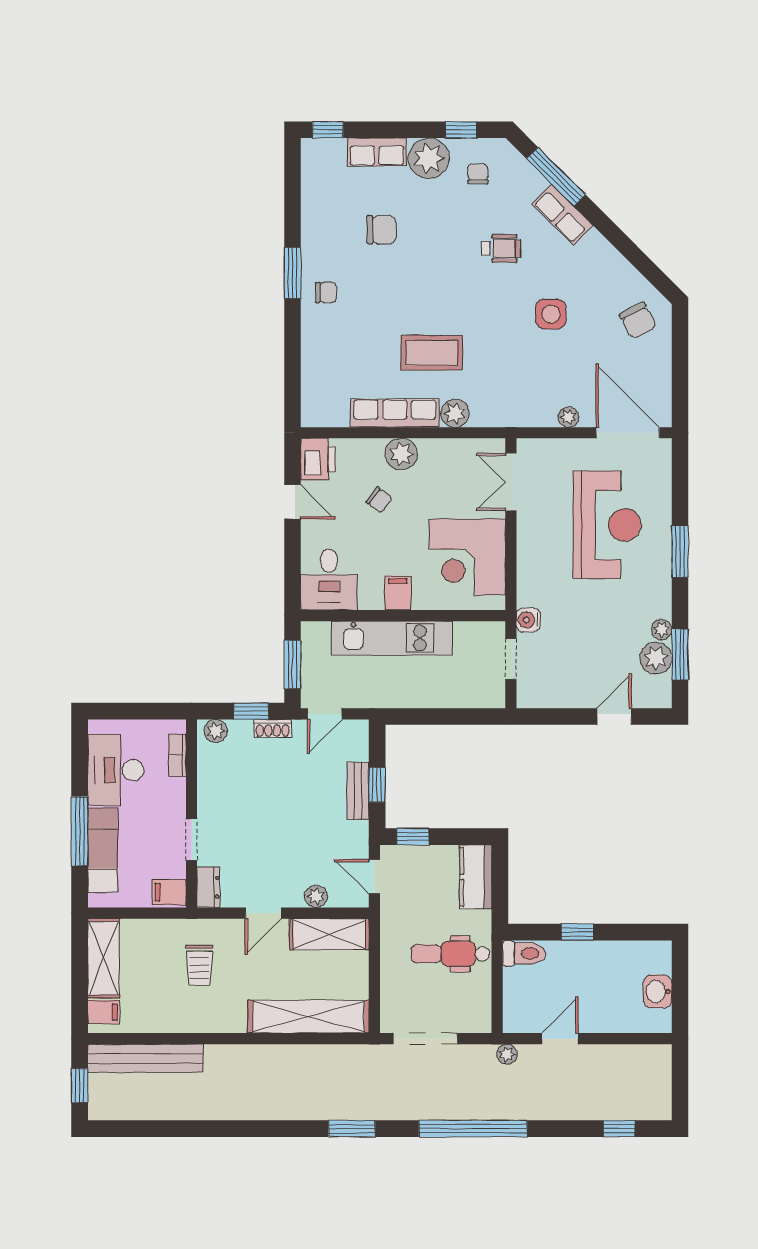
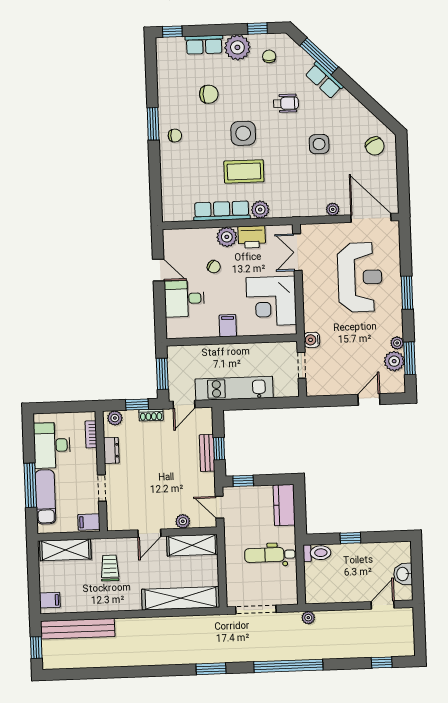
side table: (433, 293) -> (243, 133), added
printer: (318, 459) -> (252, 237), moved, turned 90
desk: (329, 580) -> (184, 298), moved, turned 90
kitchen unit: (392, 638) -> (234, 388), moved, turned 180
dresser: (208, 887) -> (111, 450), moved
shelving: (104, 958) -> (65, 550), moved, turned 90
trolley: (199, 965) -> (110, 568), turned 180
door: (560, 1039) -> (383, 605), moved

